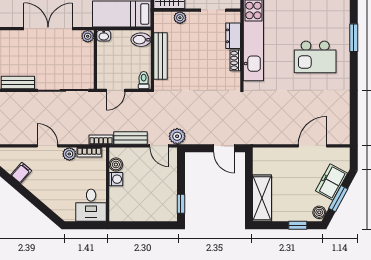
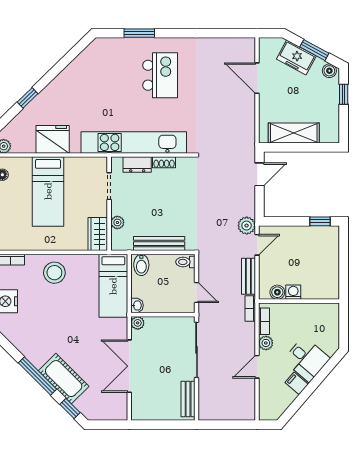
filing cabinet: (21, 173) -> (297, 383), moved
shelving: (262, 198) -> (294, 133), moved
desk: (91, 205) -> (306, 359), moved, turned 41

